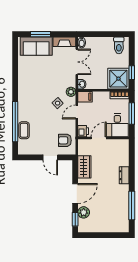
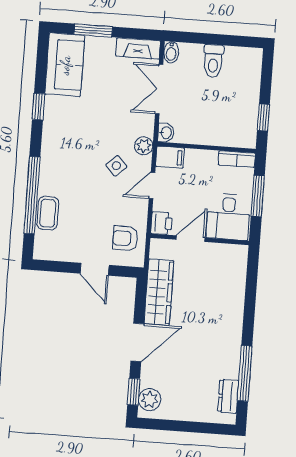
toilet: (119, 45) -> (213, 61), moved
sofa: (36, 46) -> (65, 65), moved, turned -90
double door: (77, 62) -> (159, 89), swing flipped
window: (15, 76) -> (38, 107), added
shower: (118, 79) -> (237, 127), removed
wardrobe: (84, 167) -> (159, 292), width x1.50
dresser: (124, 175) -> (228, 396), moved
plant: (84, 212) -> (150, 400), moved

